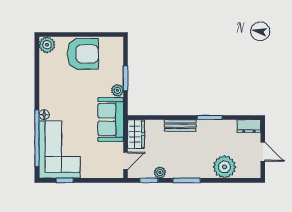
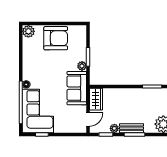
bench: (180, 126) -> (131, 128), moved

